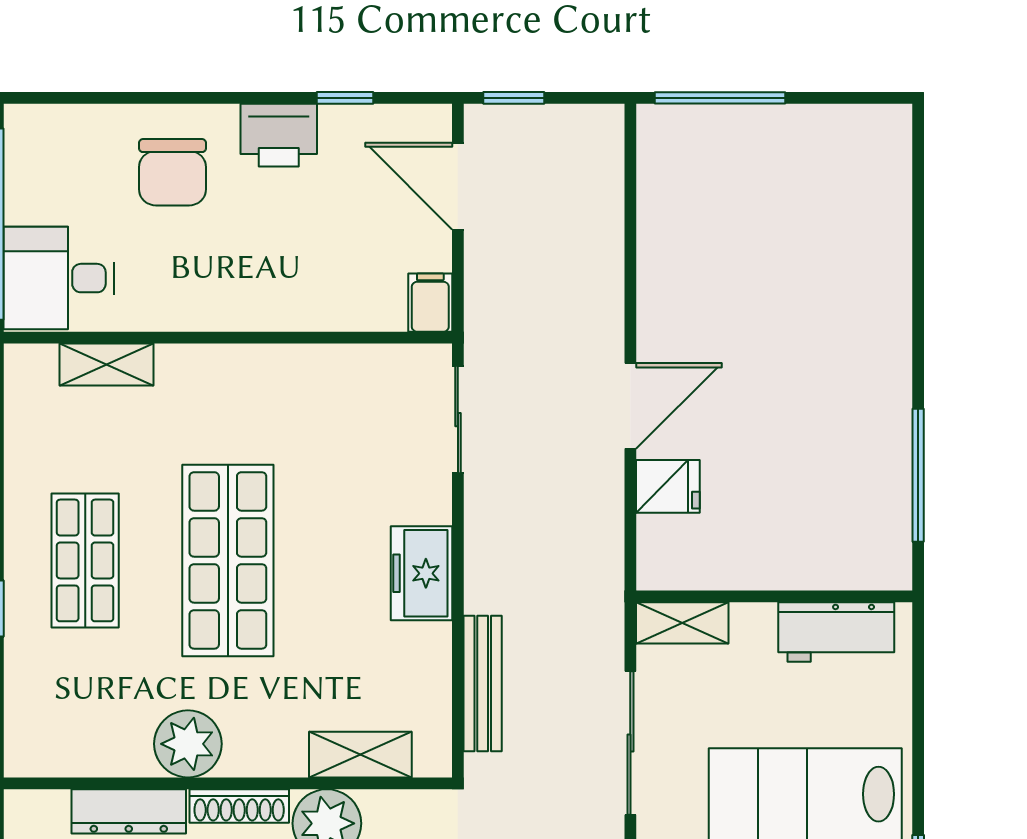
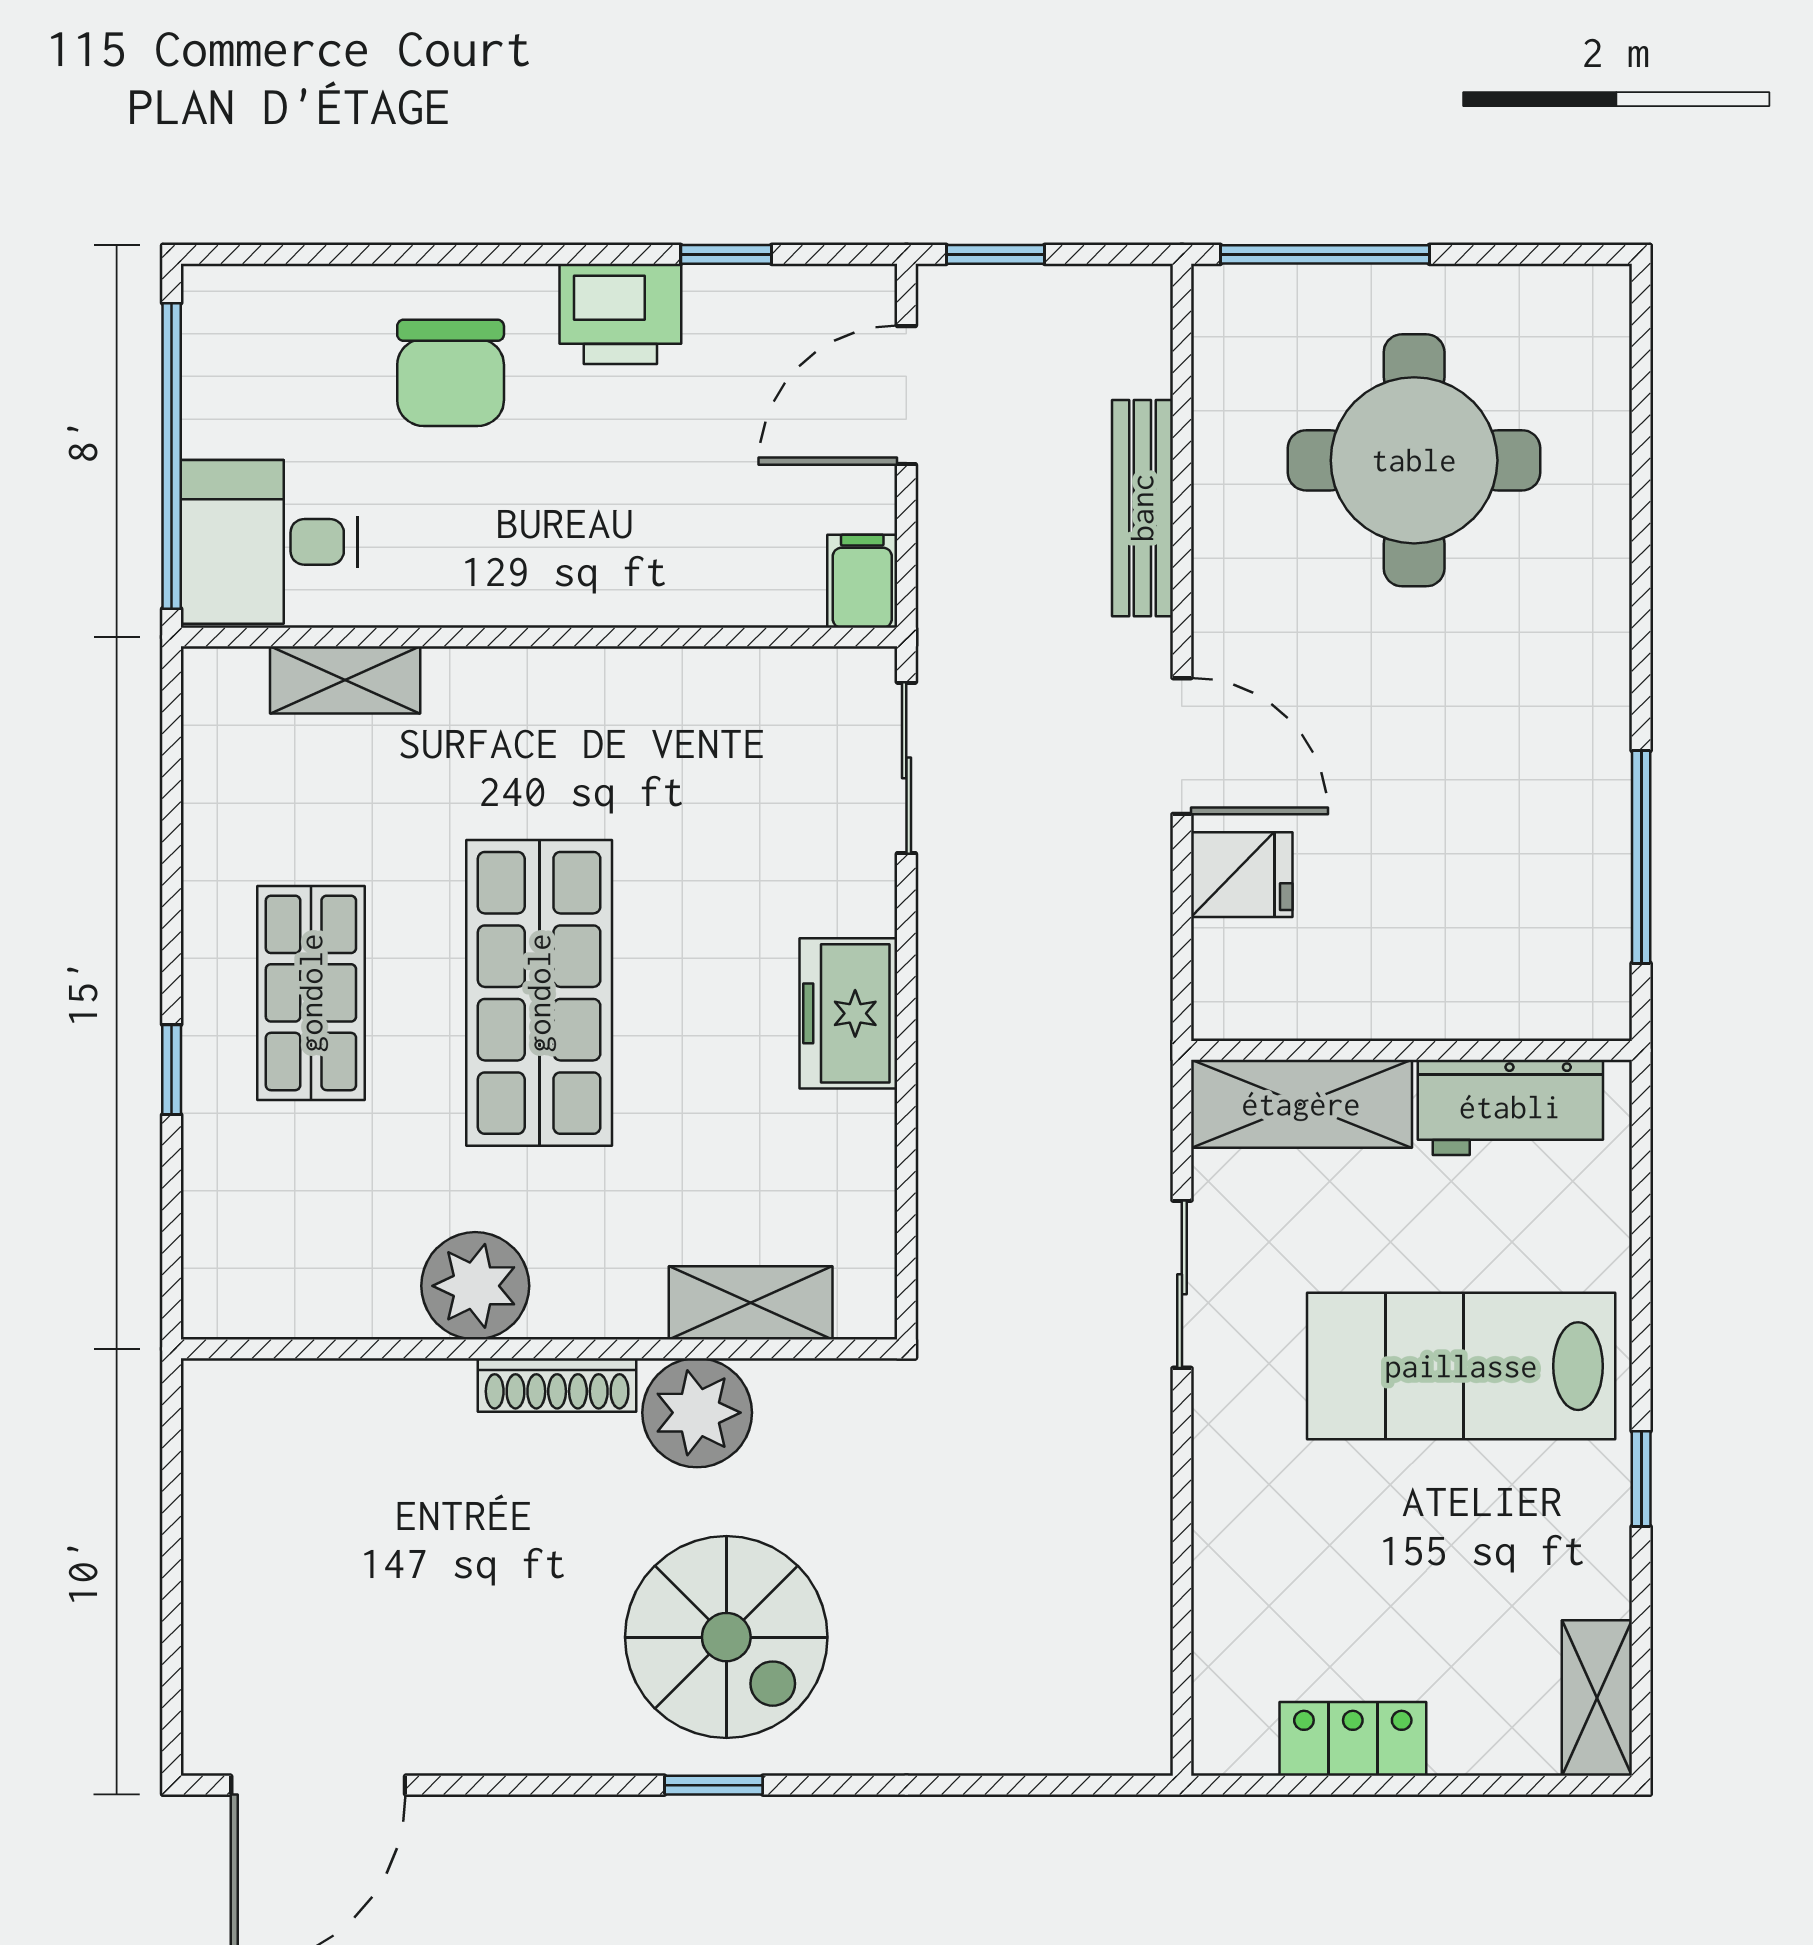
door: (458, 186) -> (906, 395), hinge flipped
round table: (776, 227) -> (1414, 460), added
door: (630, 406) -> (1182, 746), hinge flipped
shelving: (682, 623) -> (1301, 1104), width x1.50, depth x1.33
bench: (483, 683) -> (1142, 508), moved
sliding door: (630, 743) -> (1182, 1284), width x0.73
dresser: (129, 811) -> (381, 1394), removed

